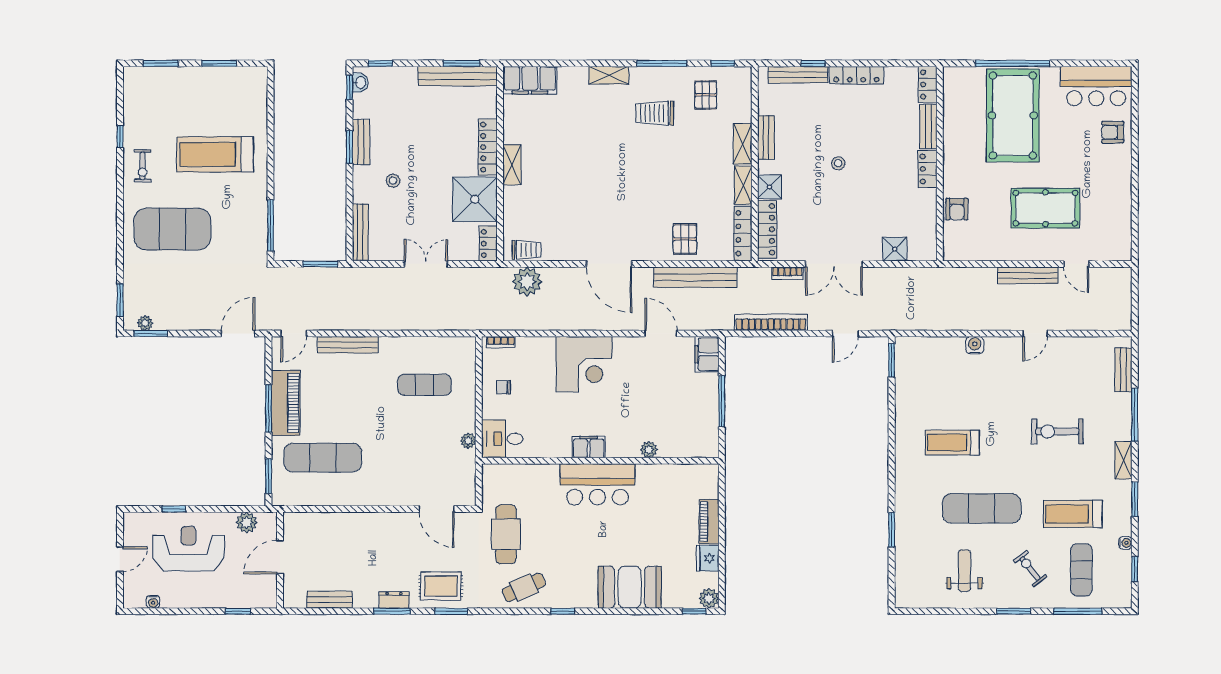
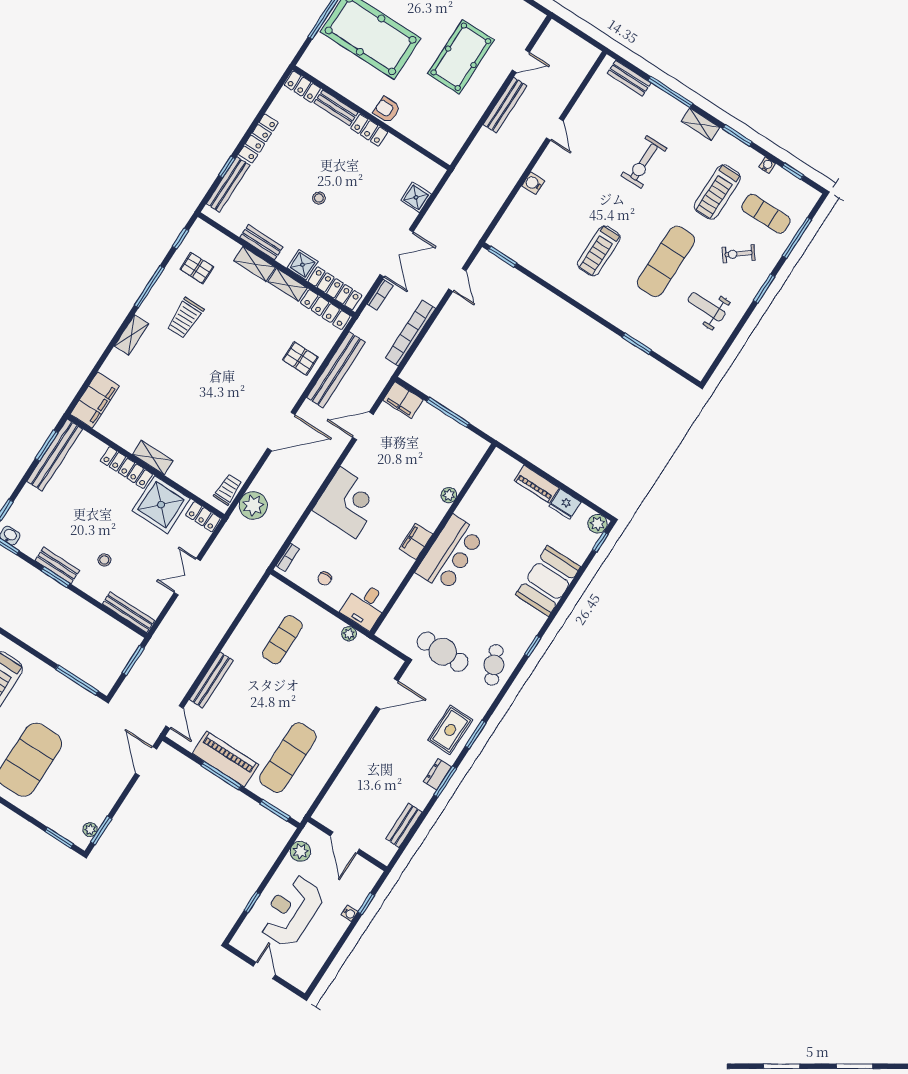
armchair: (957, 209) -> (387, 110), moved, turned 180
water cooler: (153, 602) -> (349, 913), moved

